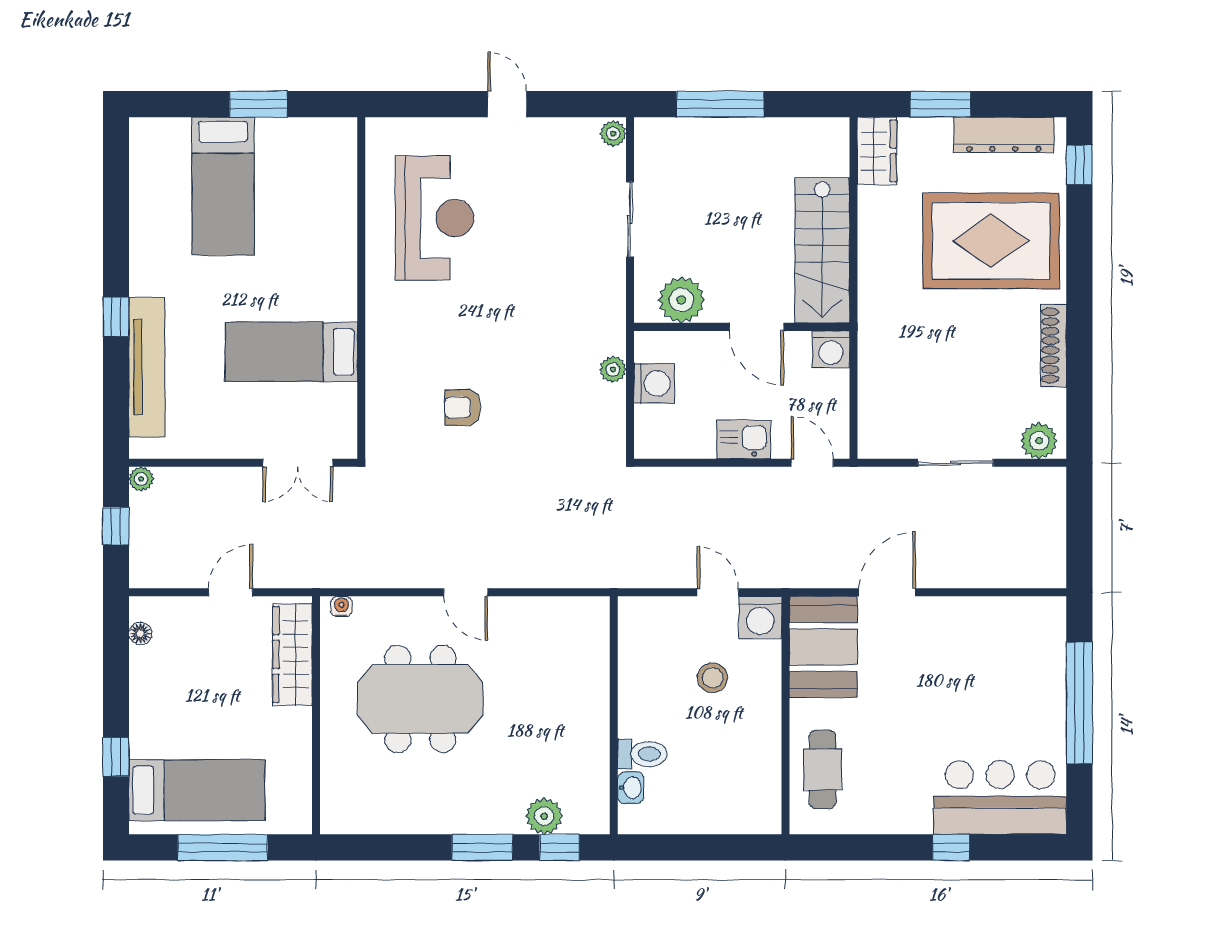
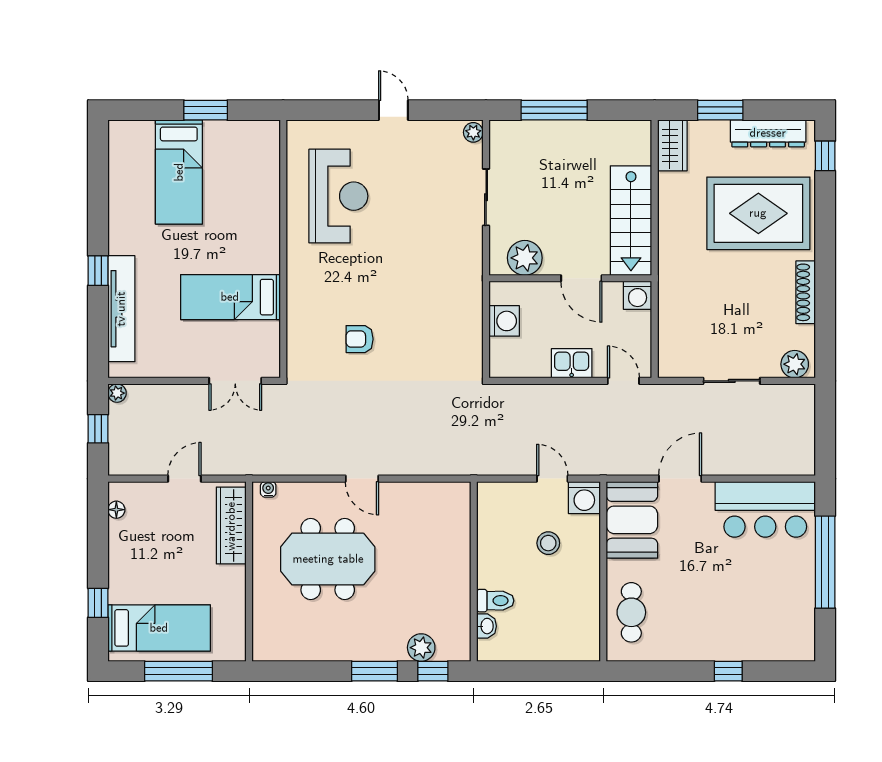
plant: (613, 369) -> (473, 310), removed
bar counter: (1000, 798) -> (765, 509), moved, turned 180

